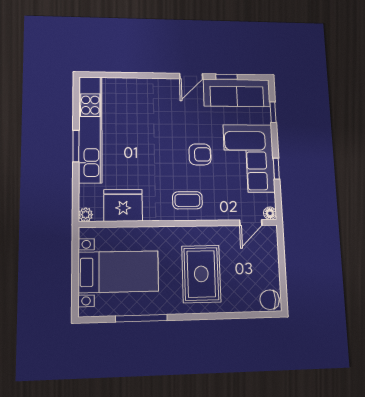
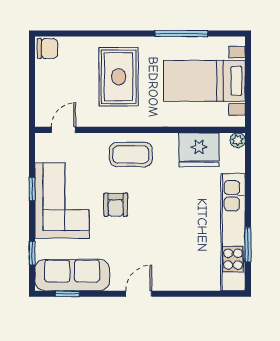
door: (191, 76) -> (139, 294), moved
window: (227, 77) -> (67, 294), moved
window: (76, 146) -> (248, 245), moved
armchair: (200, 154) -> (116, 205), turned -90
coffee table: (187, 200) -> (131, 155), width x1.36, depth x1.30
floor lamp: (270, 213) -> (42, 140), removed

